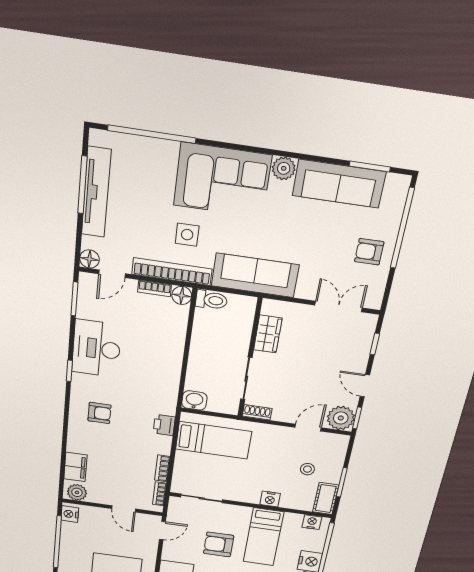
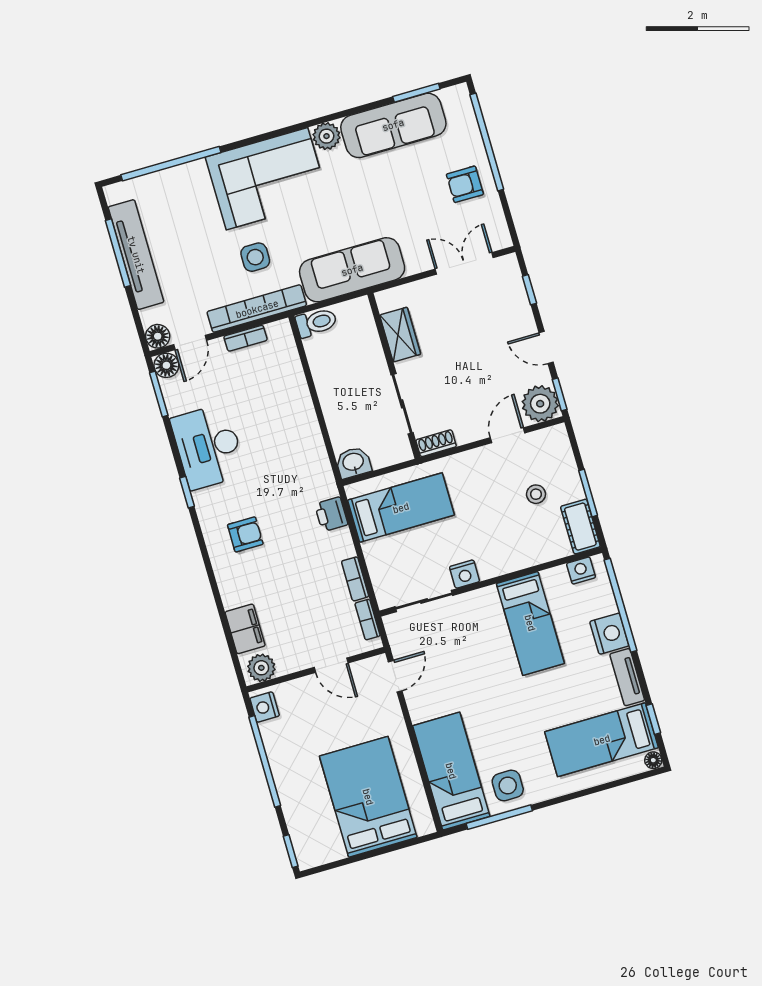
floor lamp: (182, 295) -> (166, 365), moved
nightstand: (270, 499) -> (465, 574), moved
armchair: (219, 544) -> (478, 663), removed

